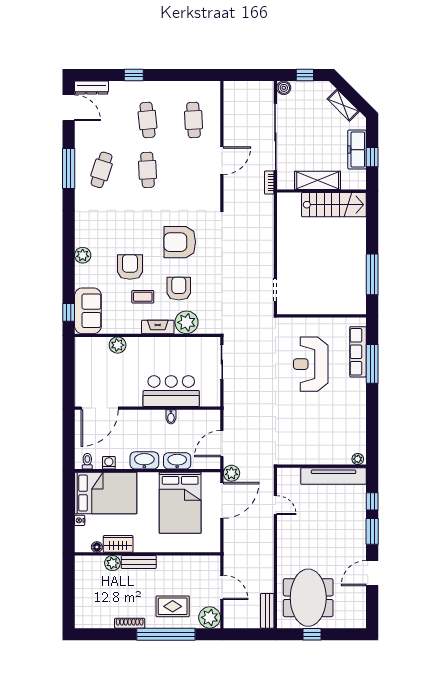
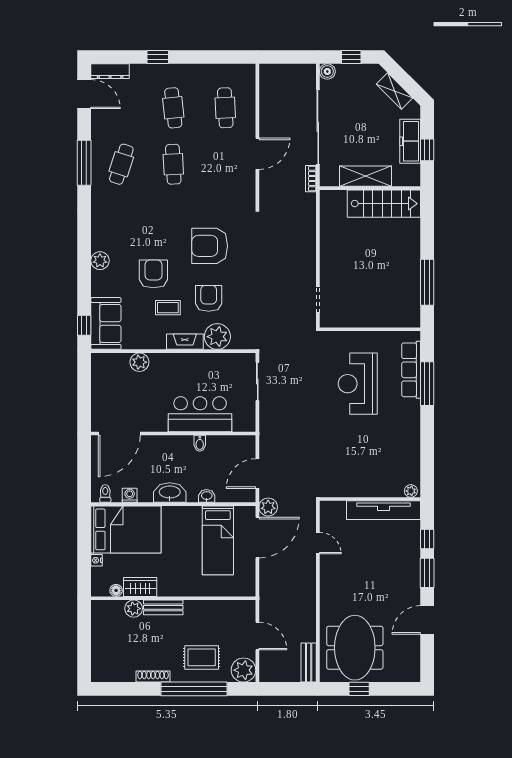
washbasin: (177, 461) -> (207, 496), width x0.52, depth x0.69
bed: (180, 503) -> (218, 540), width x0.67

